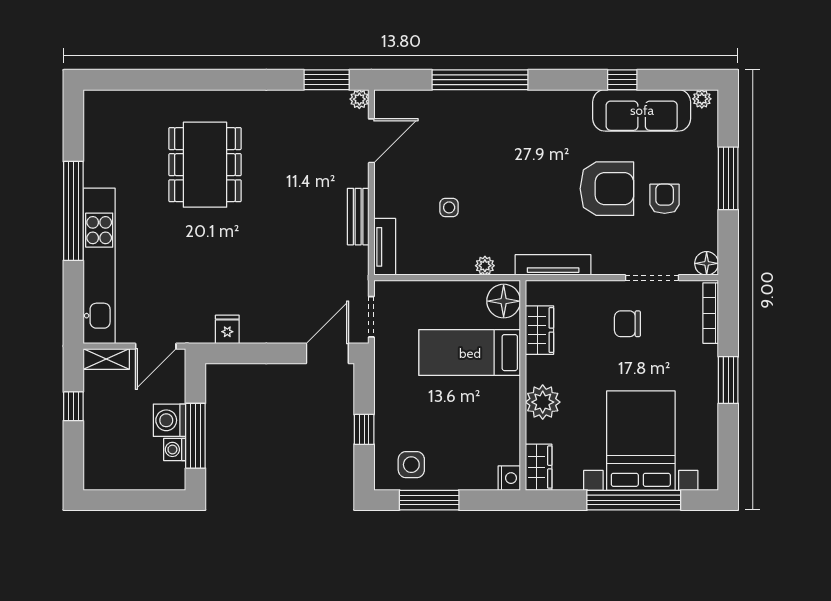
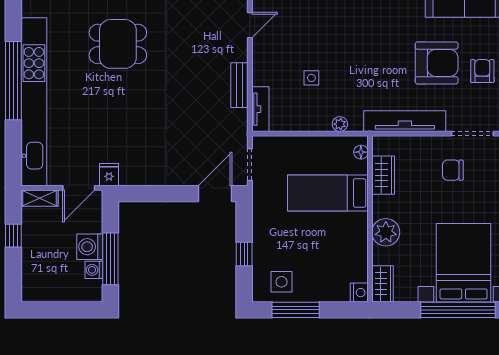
door: (371, 141) -> (250, 25), width x0.73
dining table: (205, 165) -> (118, 44), width x0.73
tv unit: (553, 265) -> (405, 121), width x1.36, depth x1.29
kitchen unit: (99, 266) -> (34, 102), width x1.36
floor lamp: (504, 301) -> (361, 152), width x0.53, depth x0.53
fridge: (227, 329) -> (109, 175), moved

